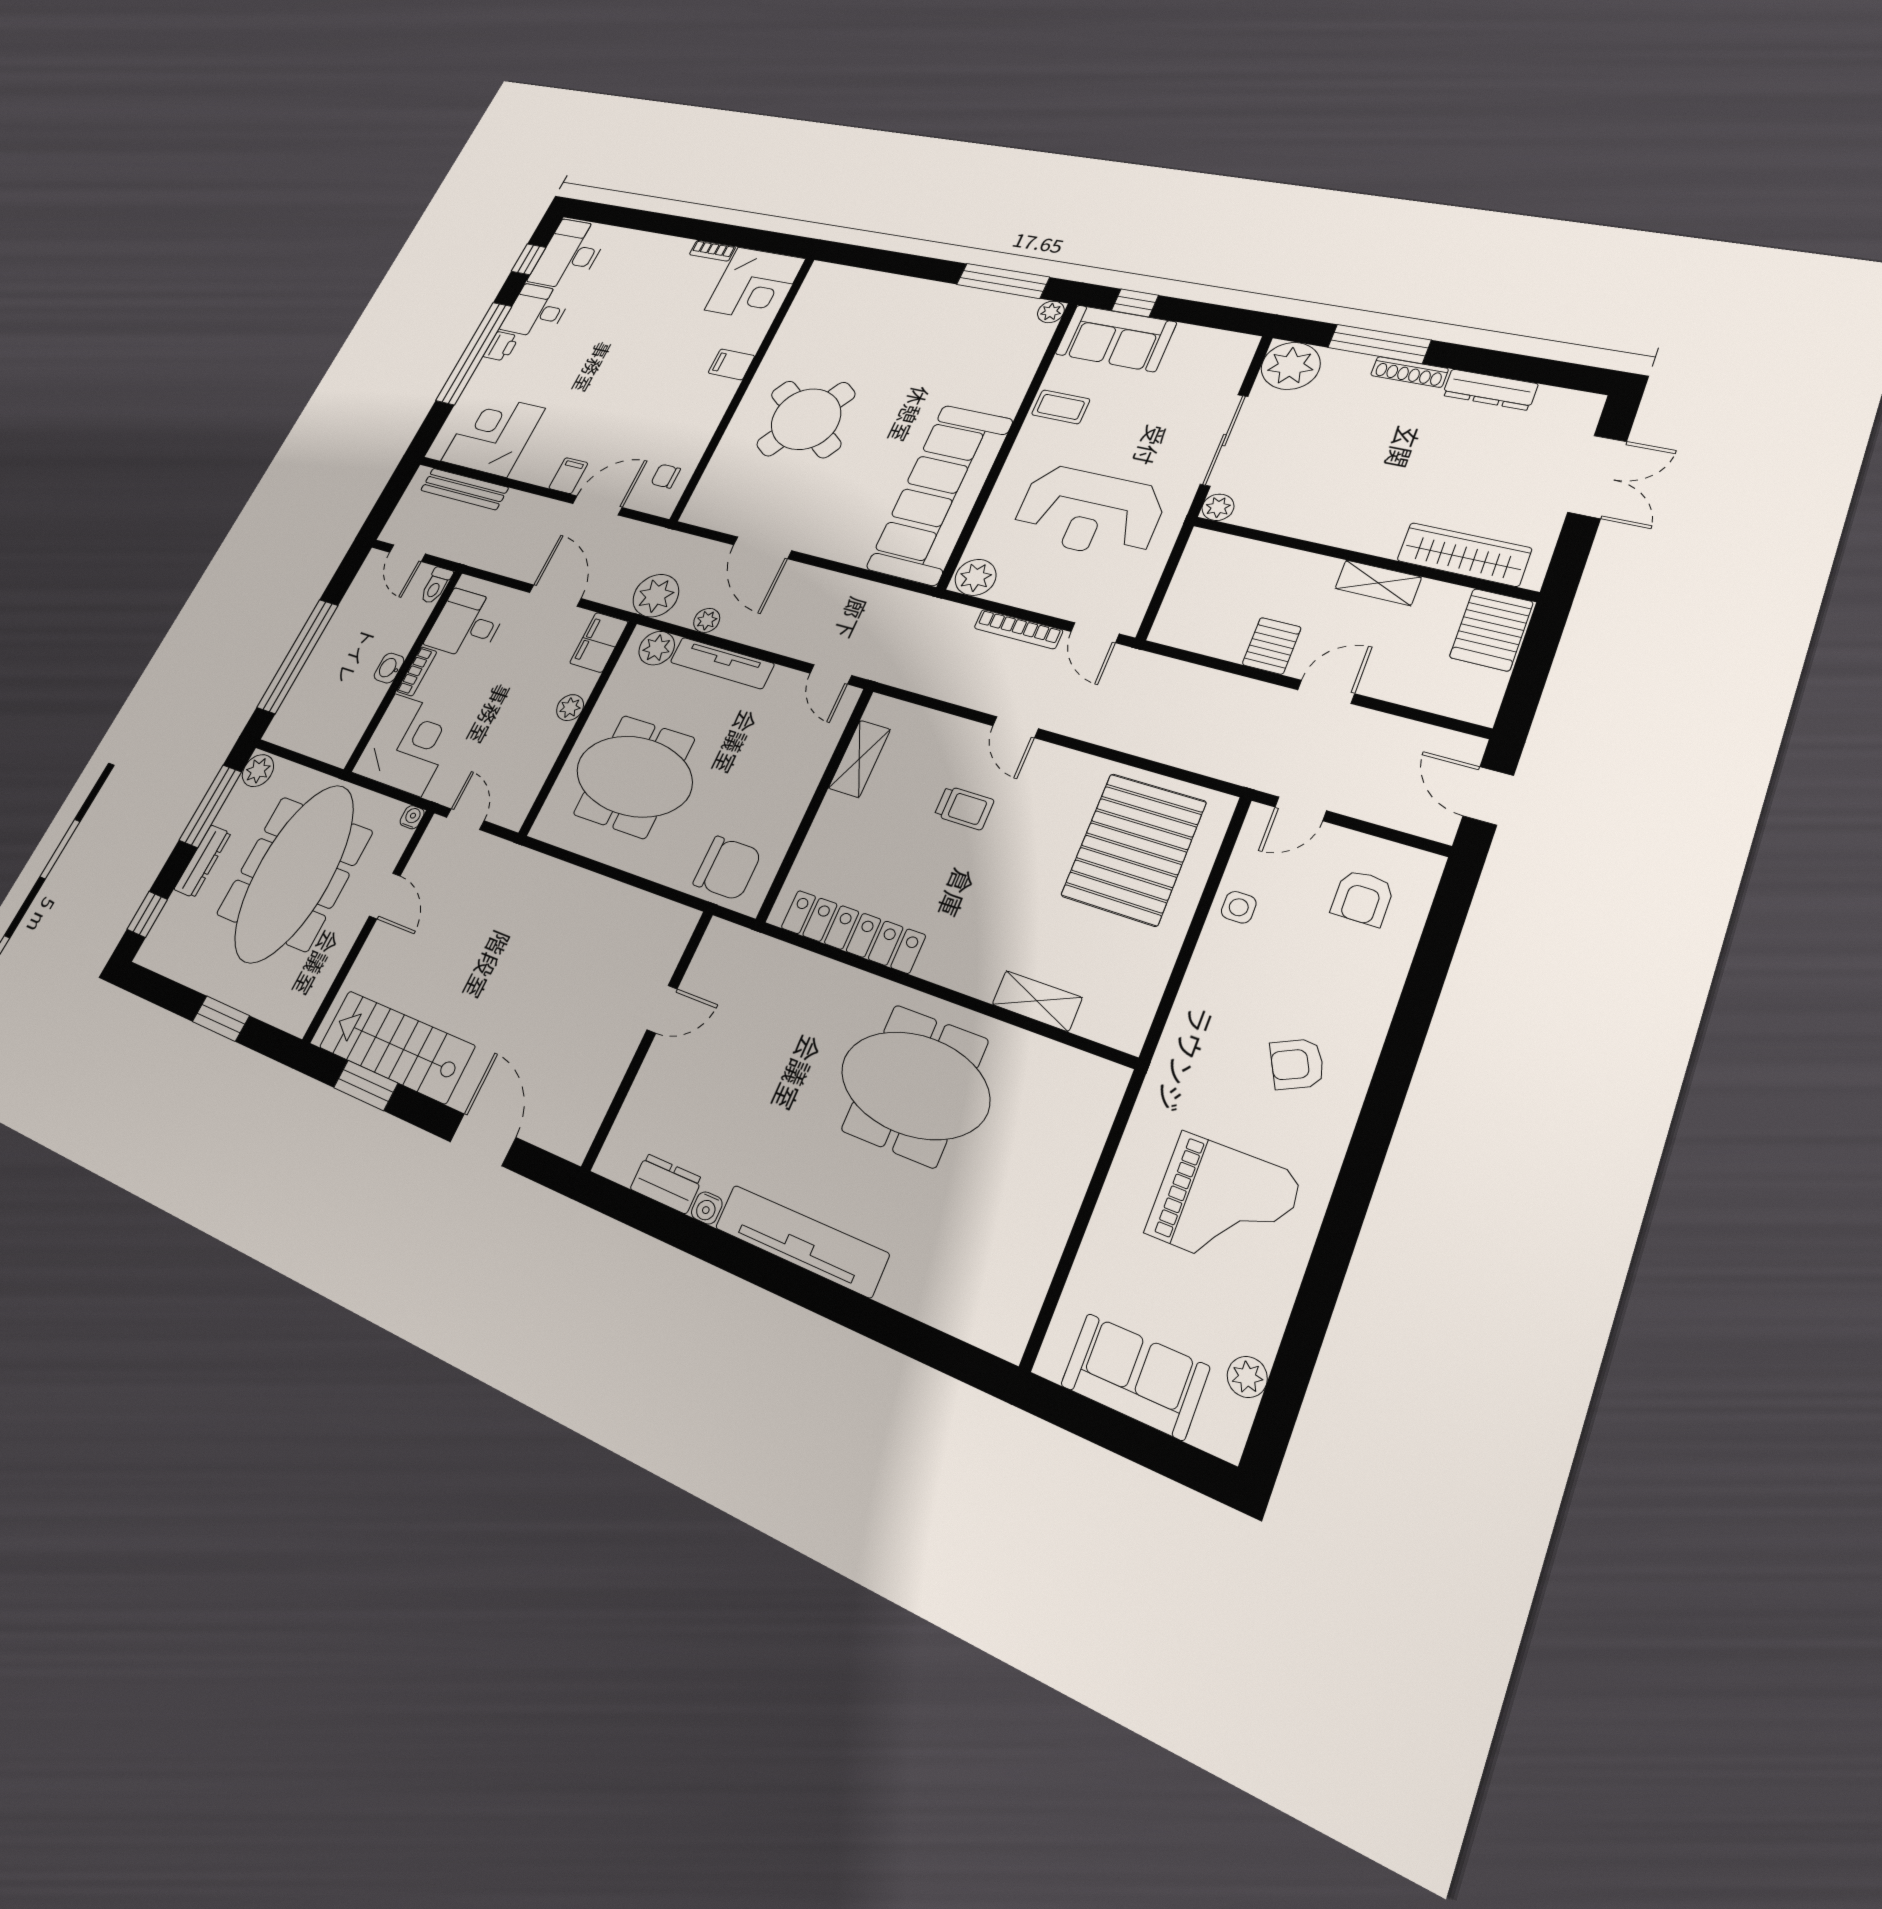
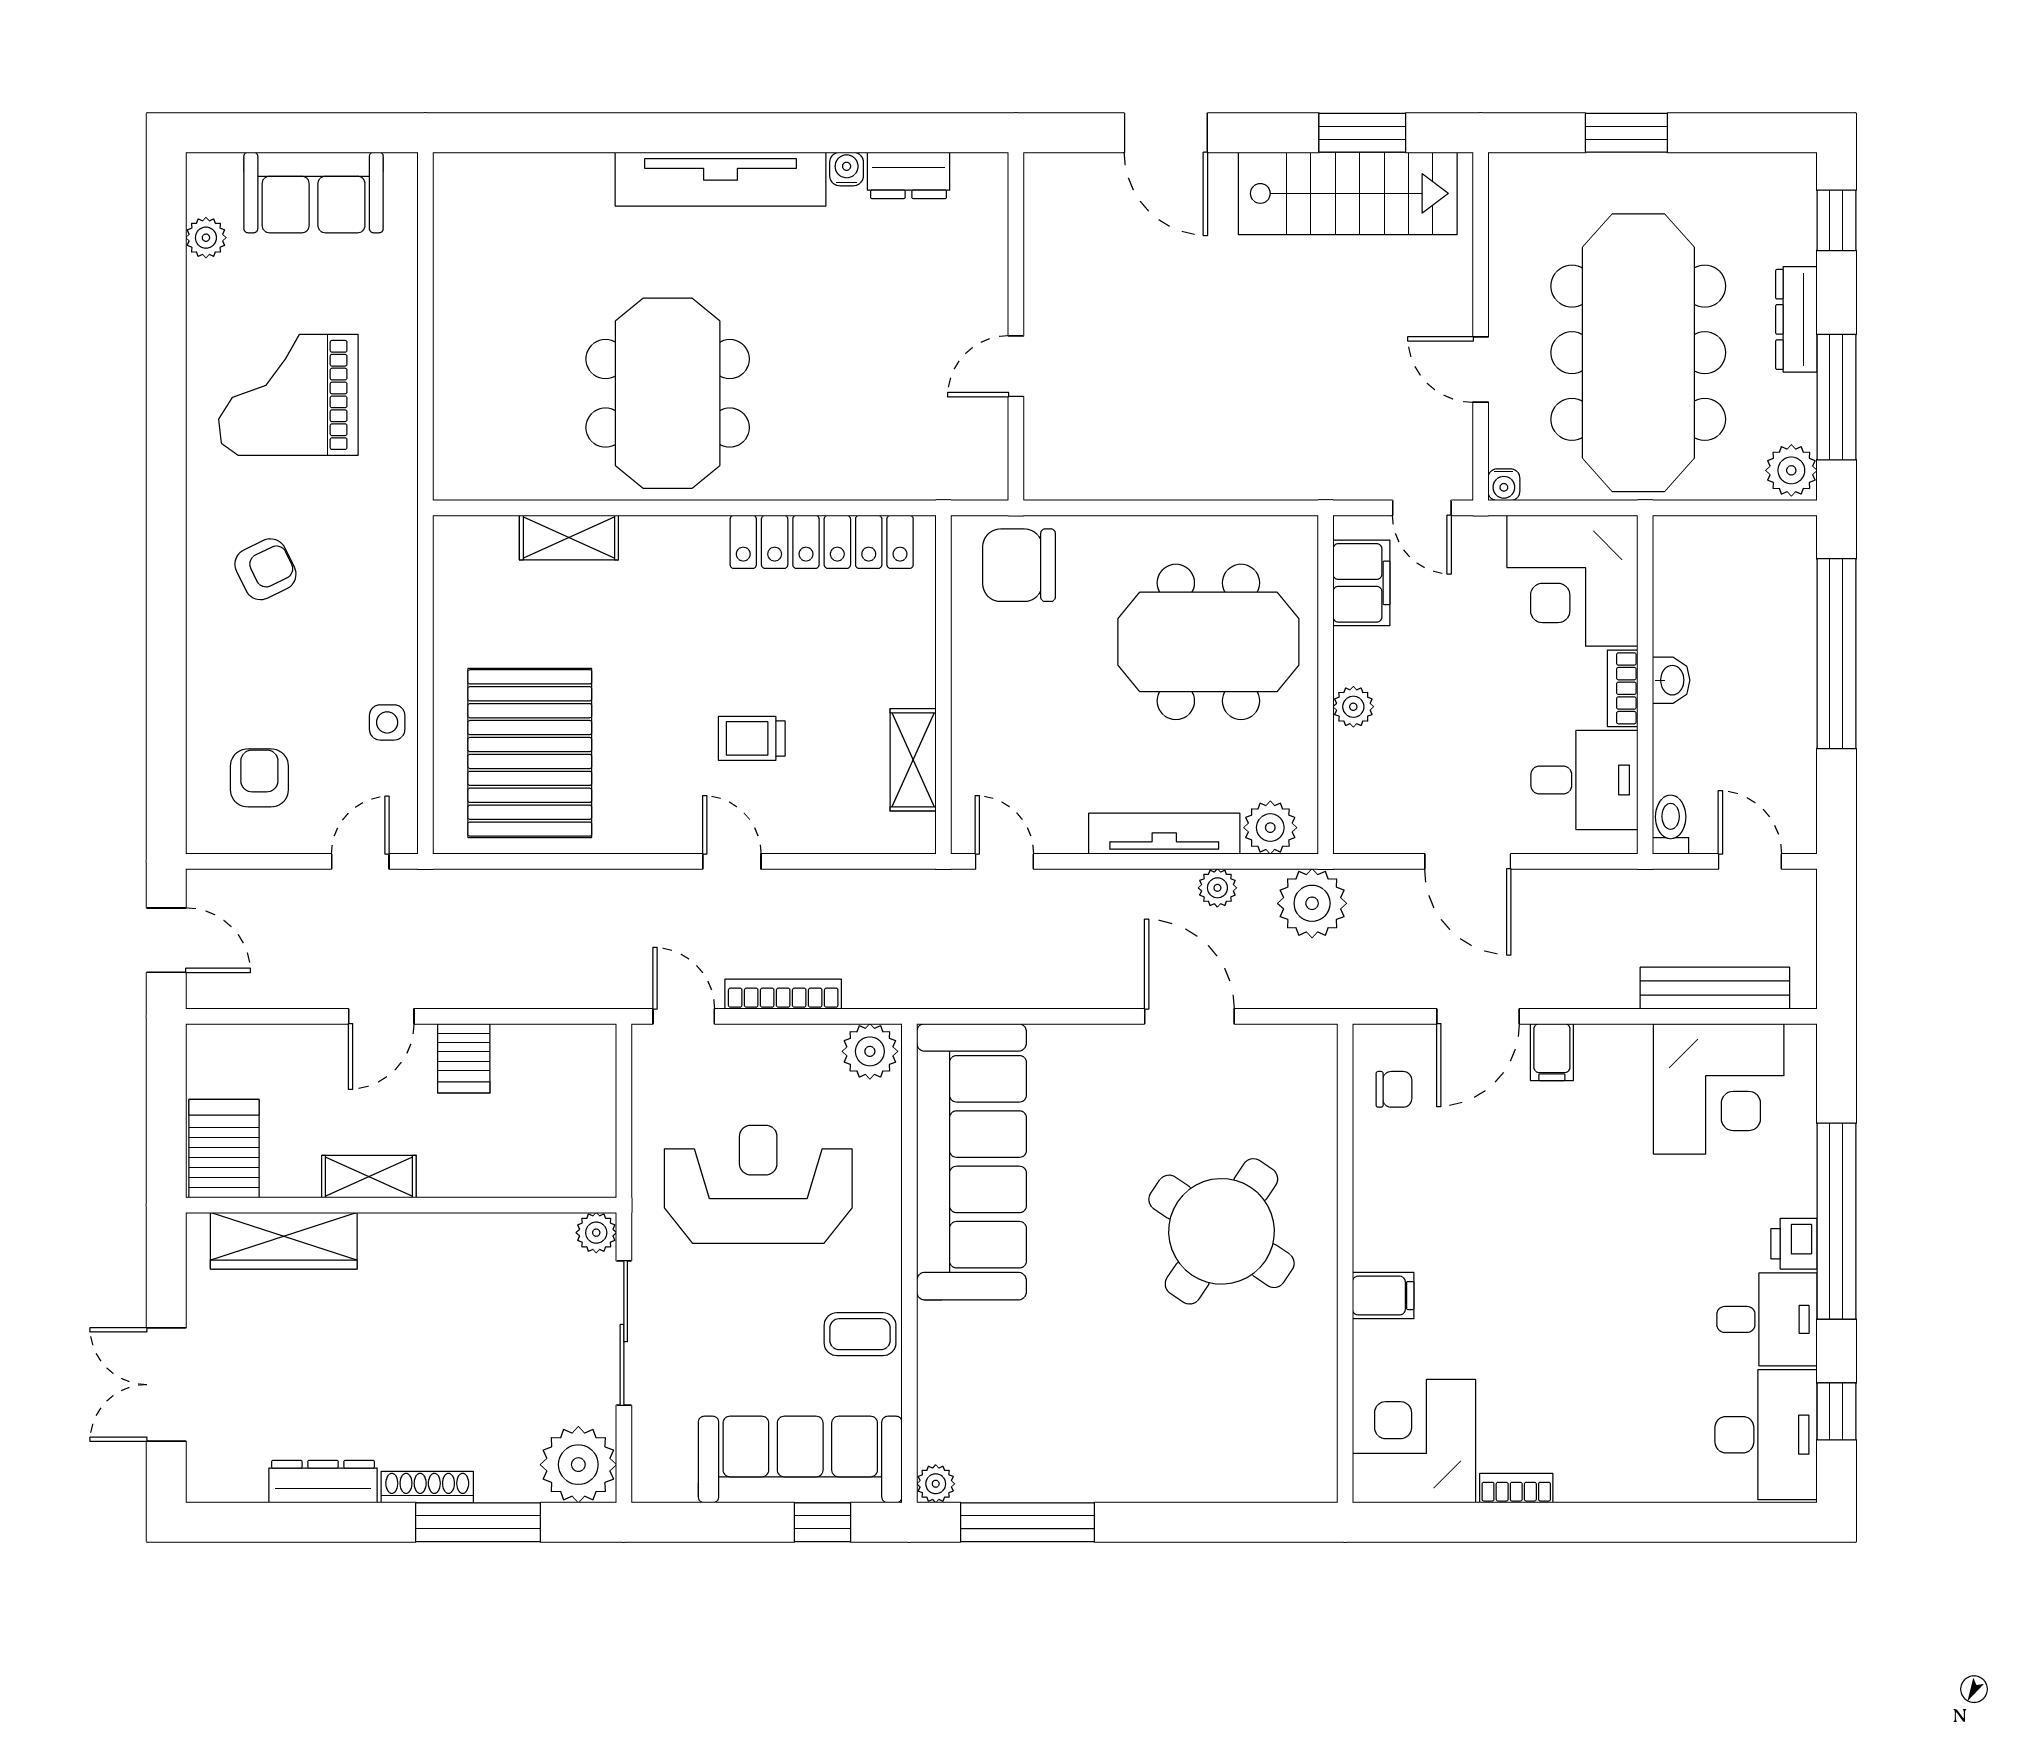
sofa: (1116, 338) -> (800, 1459), width x1.36
filing cabinet: (599, 642) -> (1361, 583), moved
meeting table: (915, 1085) -> (668, 393), turned 90

